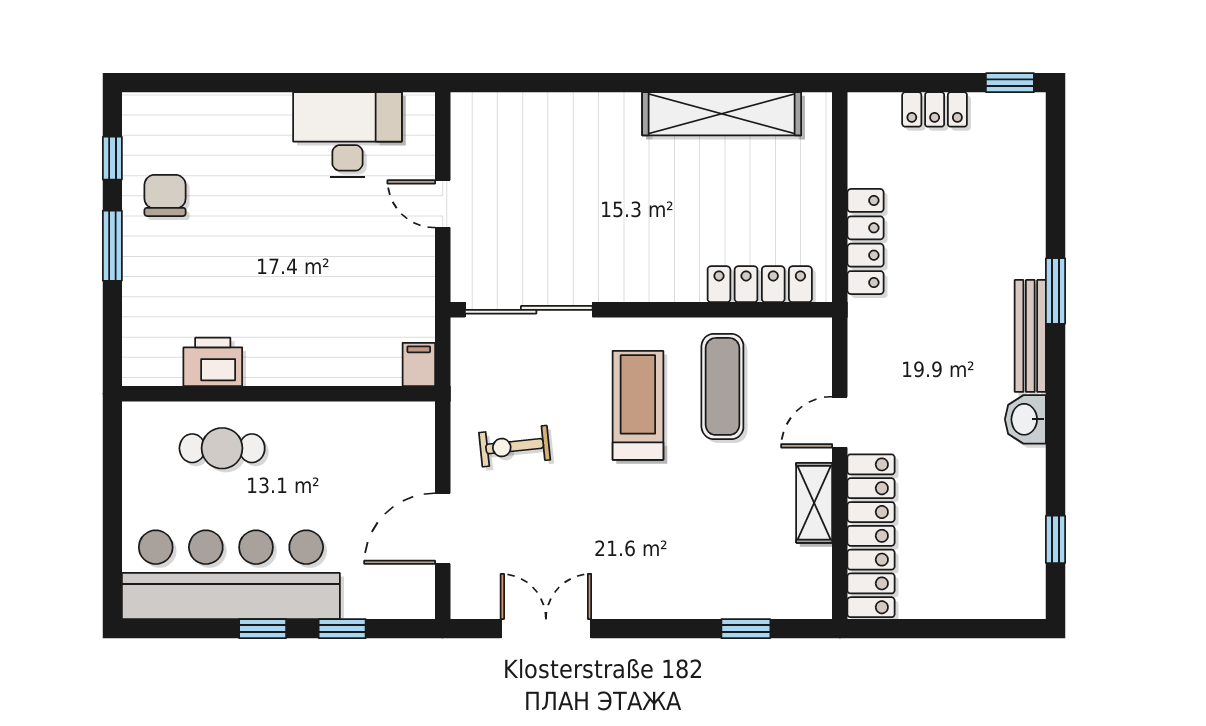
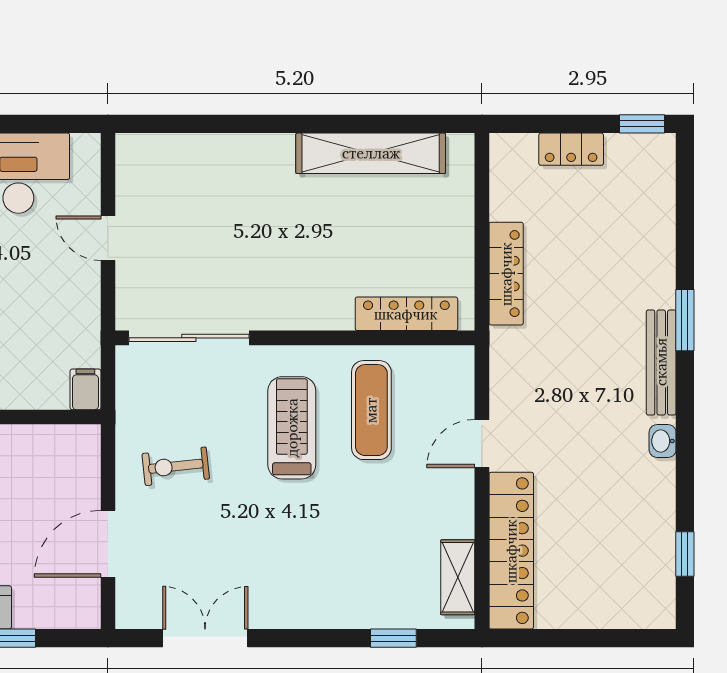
washbasin: (1025, 419) -> (663, 441), width x0.72, depth x0.69
shelving: (814, 503) -> (458, 577), moved

